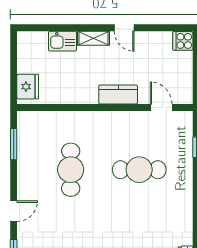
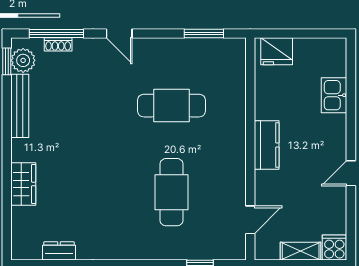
shelving: (94, 38) -> (301, 251), moved, turned 90
kitchen counter: (118, 94) -> (267, 145), moved

